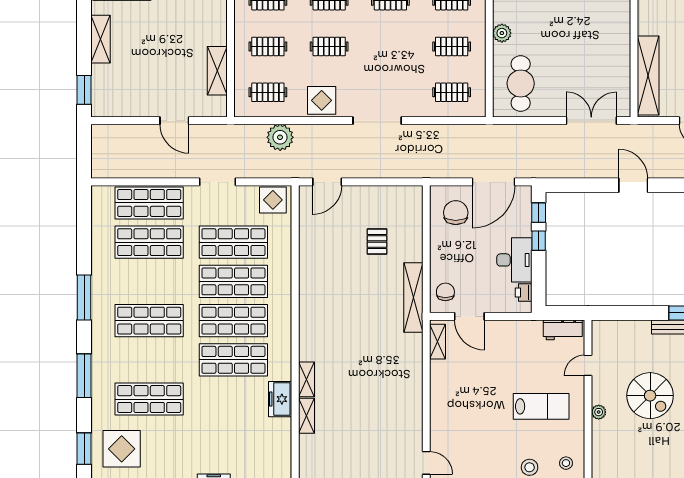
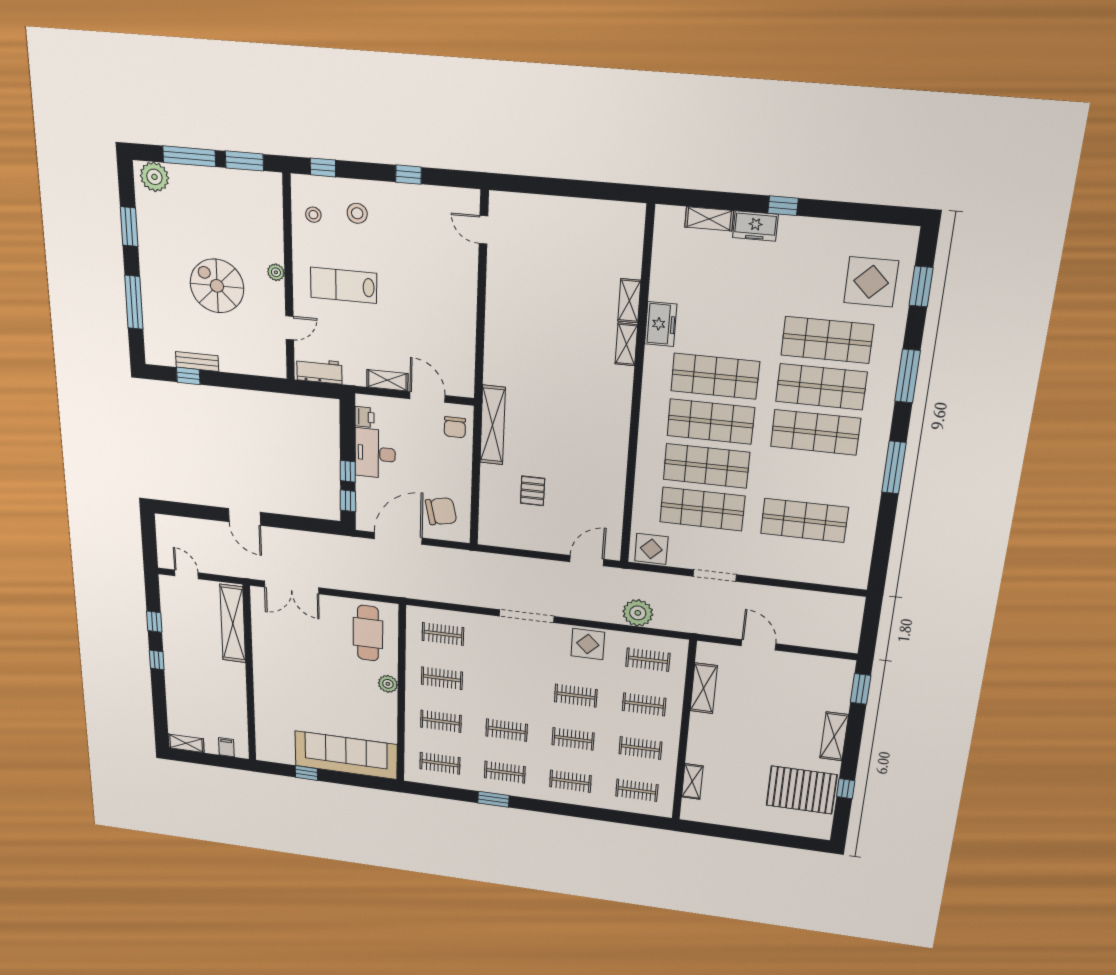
shop shelf: (149, 203) -> (821, 387), moved
chair: (456, 213) -> (441, 511), turned -102
shelving: (438, 342) -> (387, 380), moved, turned 90

